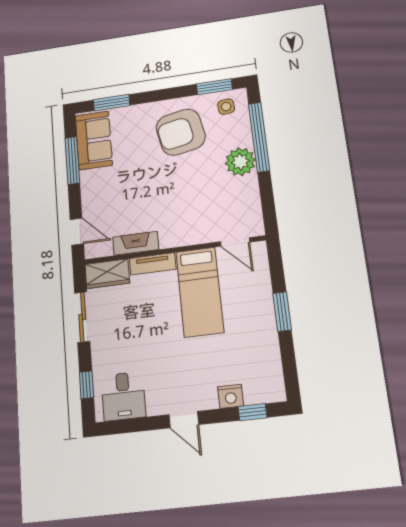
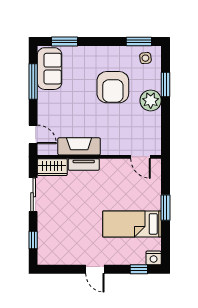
armchair: (181, 132) -> (113, 87), moved, turned -79
window: (259, 137) -> (165, 84), width x0.47
fireplace: (136, 243) -> (79, 146), width x1.37, depth x1.32
bed: (200, 292) -> (132, 224), moved, turned 90
desk: (123, 396) -> (57, 250), removed
nightstand: (231, 396) -> (154, 258), moved

